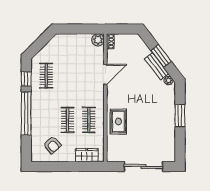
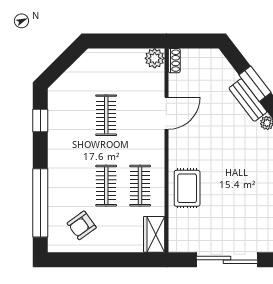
clothes rail: (46, 76) -> (106, 115), moved
window: (26, 114) -> (40, 203), moved
armchair: (52, 145) -> (82, 225), turned 95
wardrobe: (87, 155) -> (154, 234), moved, turned -90

